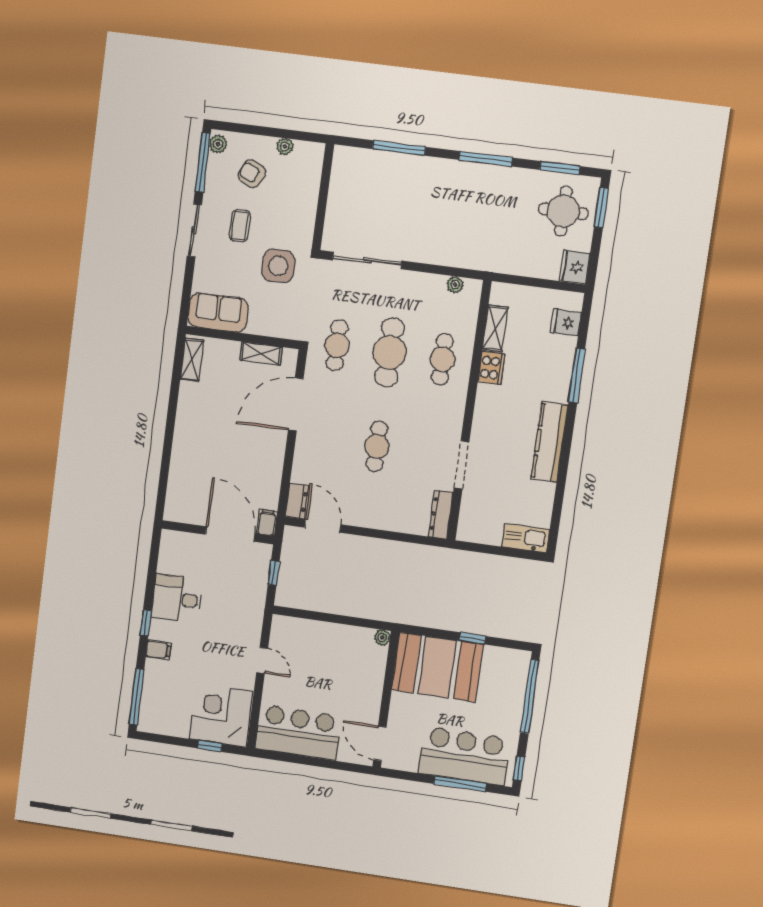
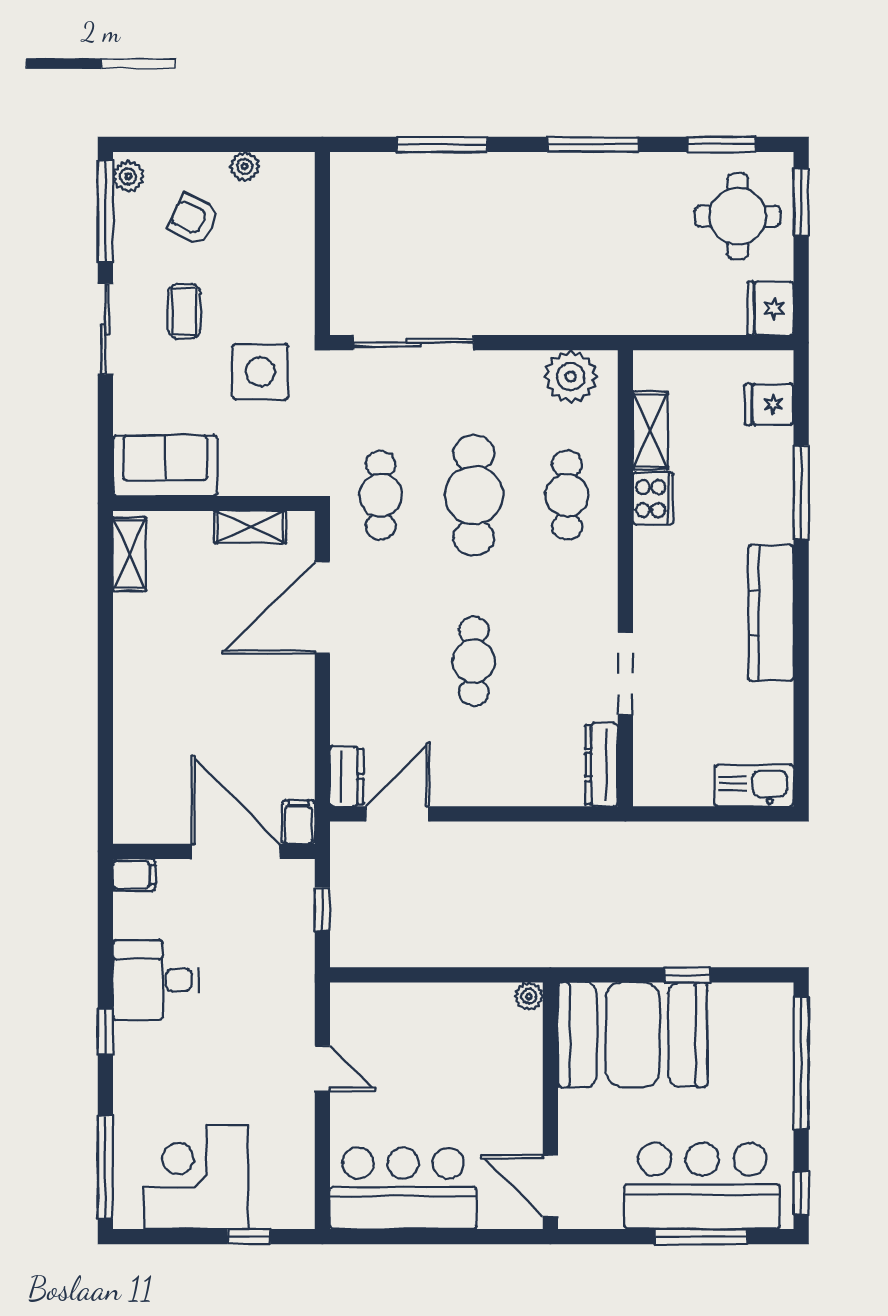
plant: (455, 285) -> (571, 377), width x1.87, depth x1.87
door: (323, 526) -> (398, 814), hinge flipped
filing cabinet: (158, 650) -> (134, 875), moved
corner desk: (221, 715) -> (196, 1177), moved

